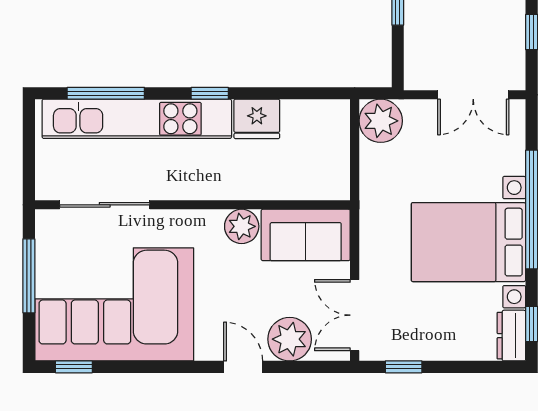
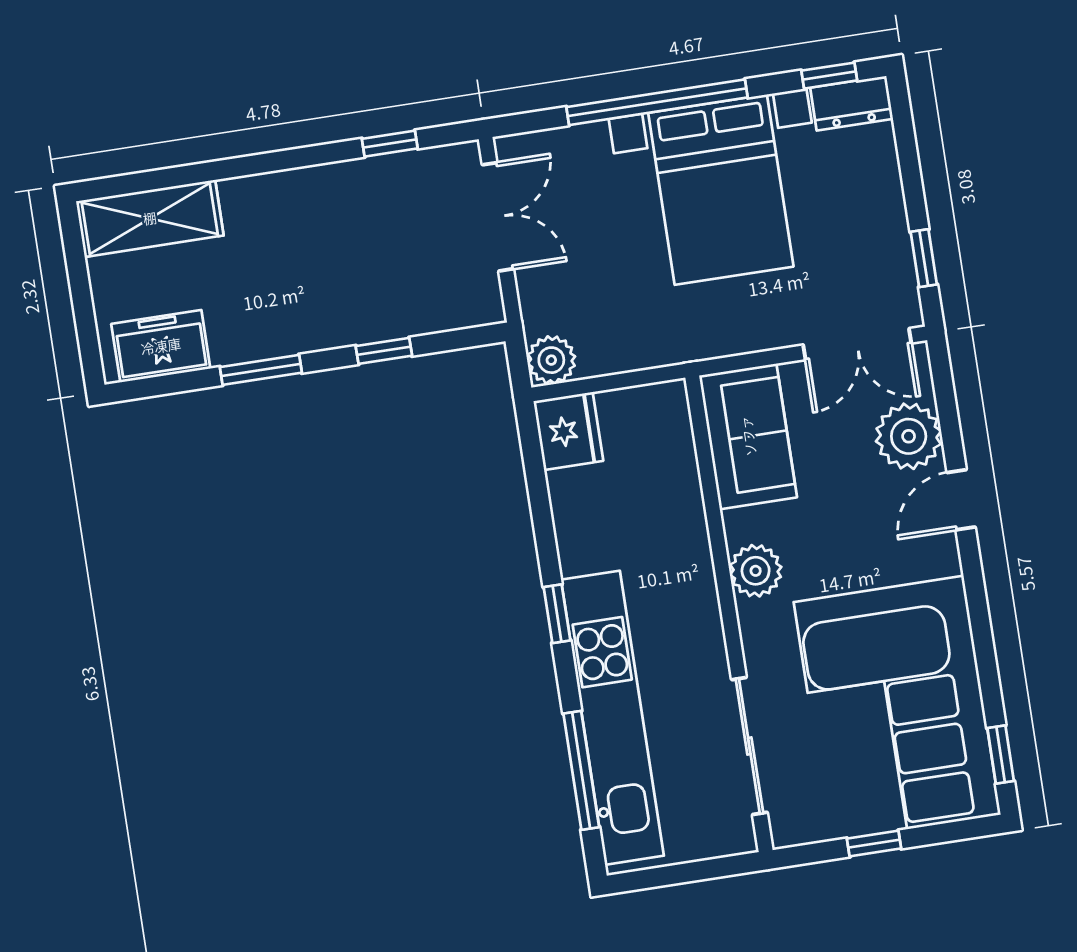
fridge: (257, 119) -> (568, 431), moved
plant: (381, 121) -> (551, 360), width x0.73, depth x0.73
plant: (242, 226) -> (756, 571), moved
window: (29, 276) -> (874, 844), width x0.46

